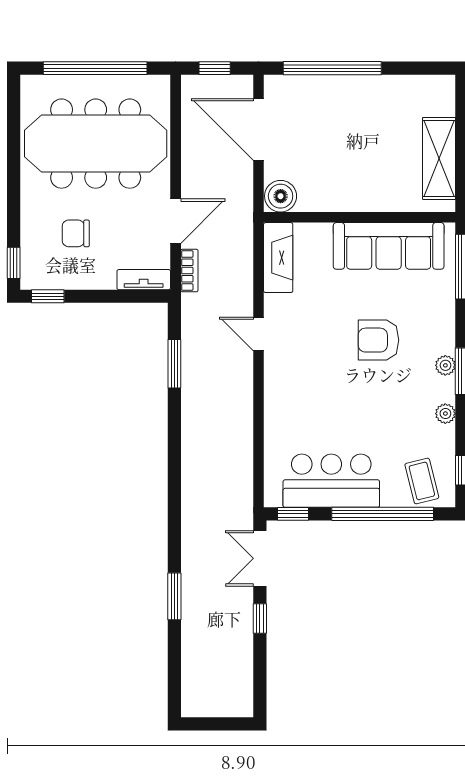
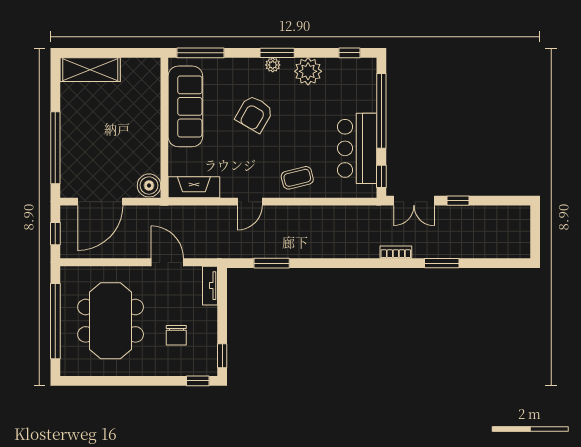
meeting table: (96, 144) -> (111, 321), width x0.73
shelving: (439, 158) -> (90, 70), moved
bookcase: (189, 271) -> (396, 252), moved
armchair: (378, 340) -> (254, 114), turned 30
plant: (445, 414) -> (308, 71), width x1.87, depth x1.87
coffee table: (422, 481) -> (297, 178), moved

